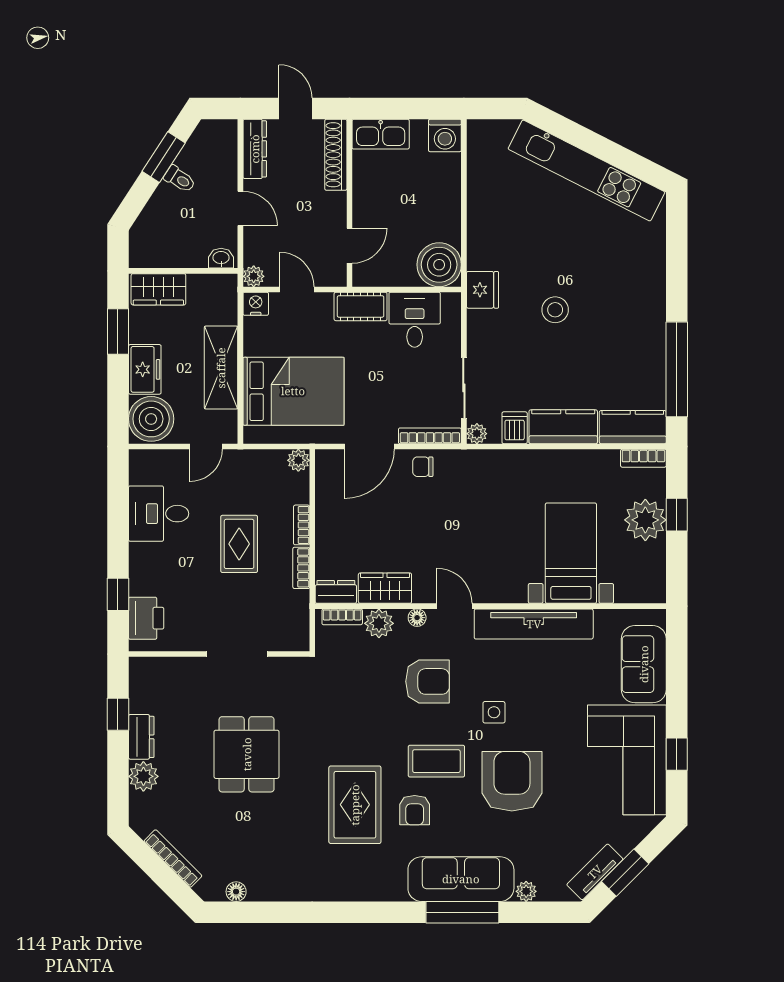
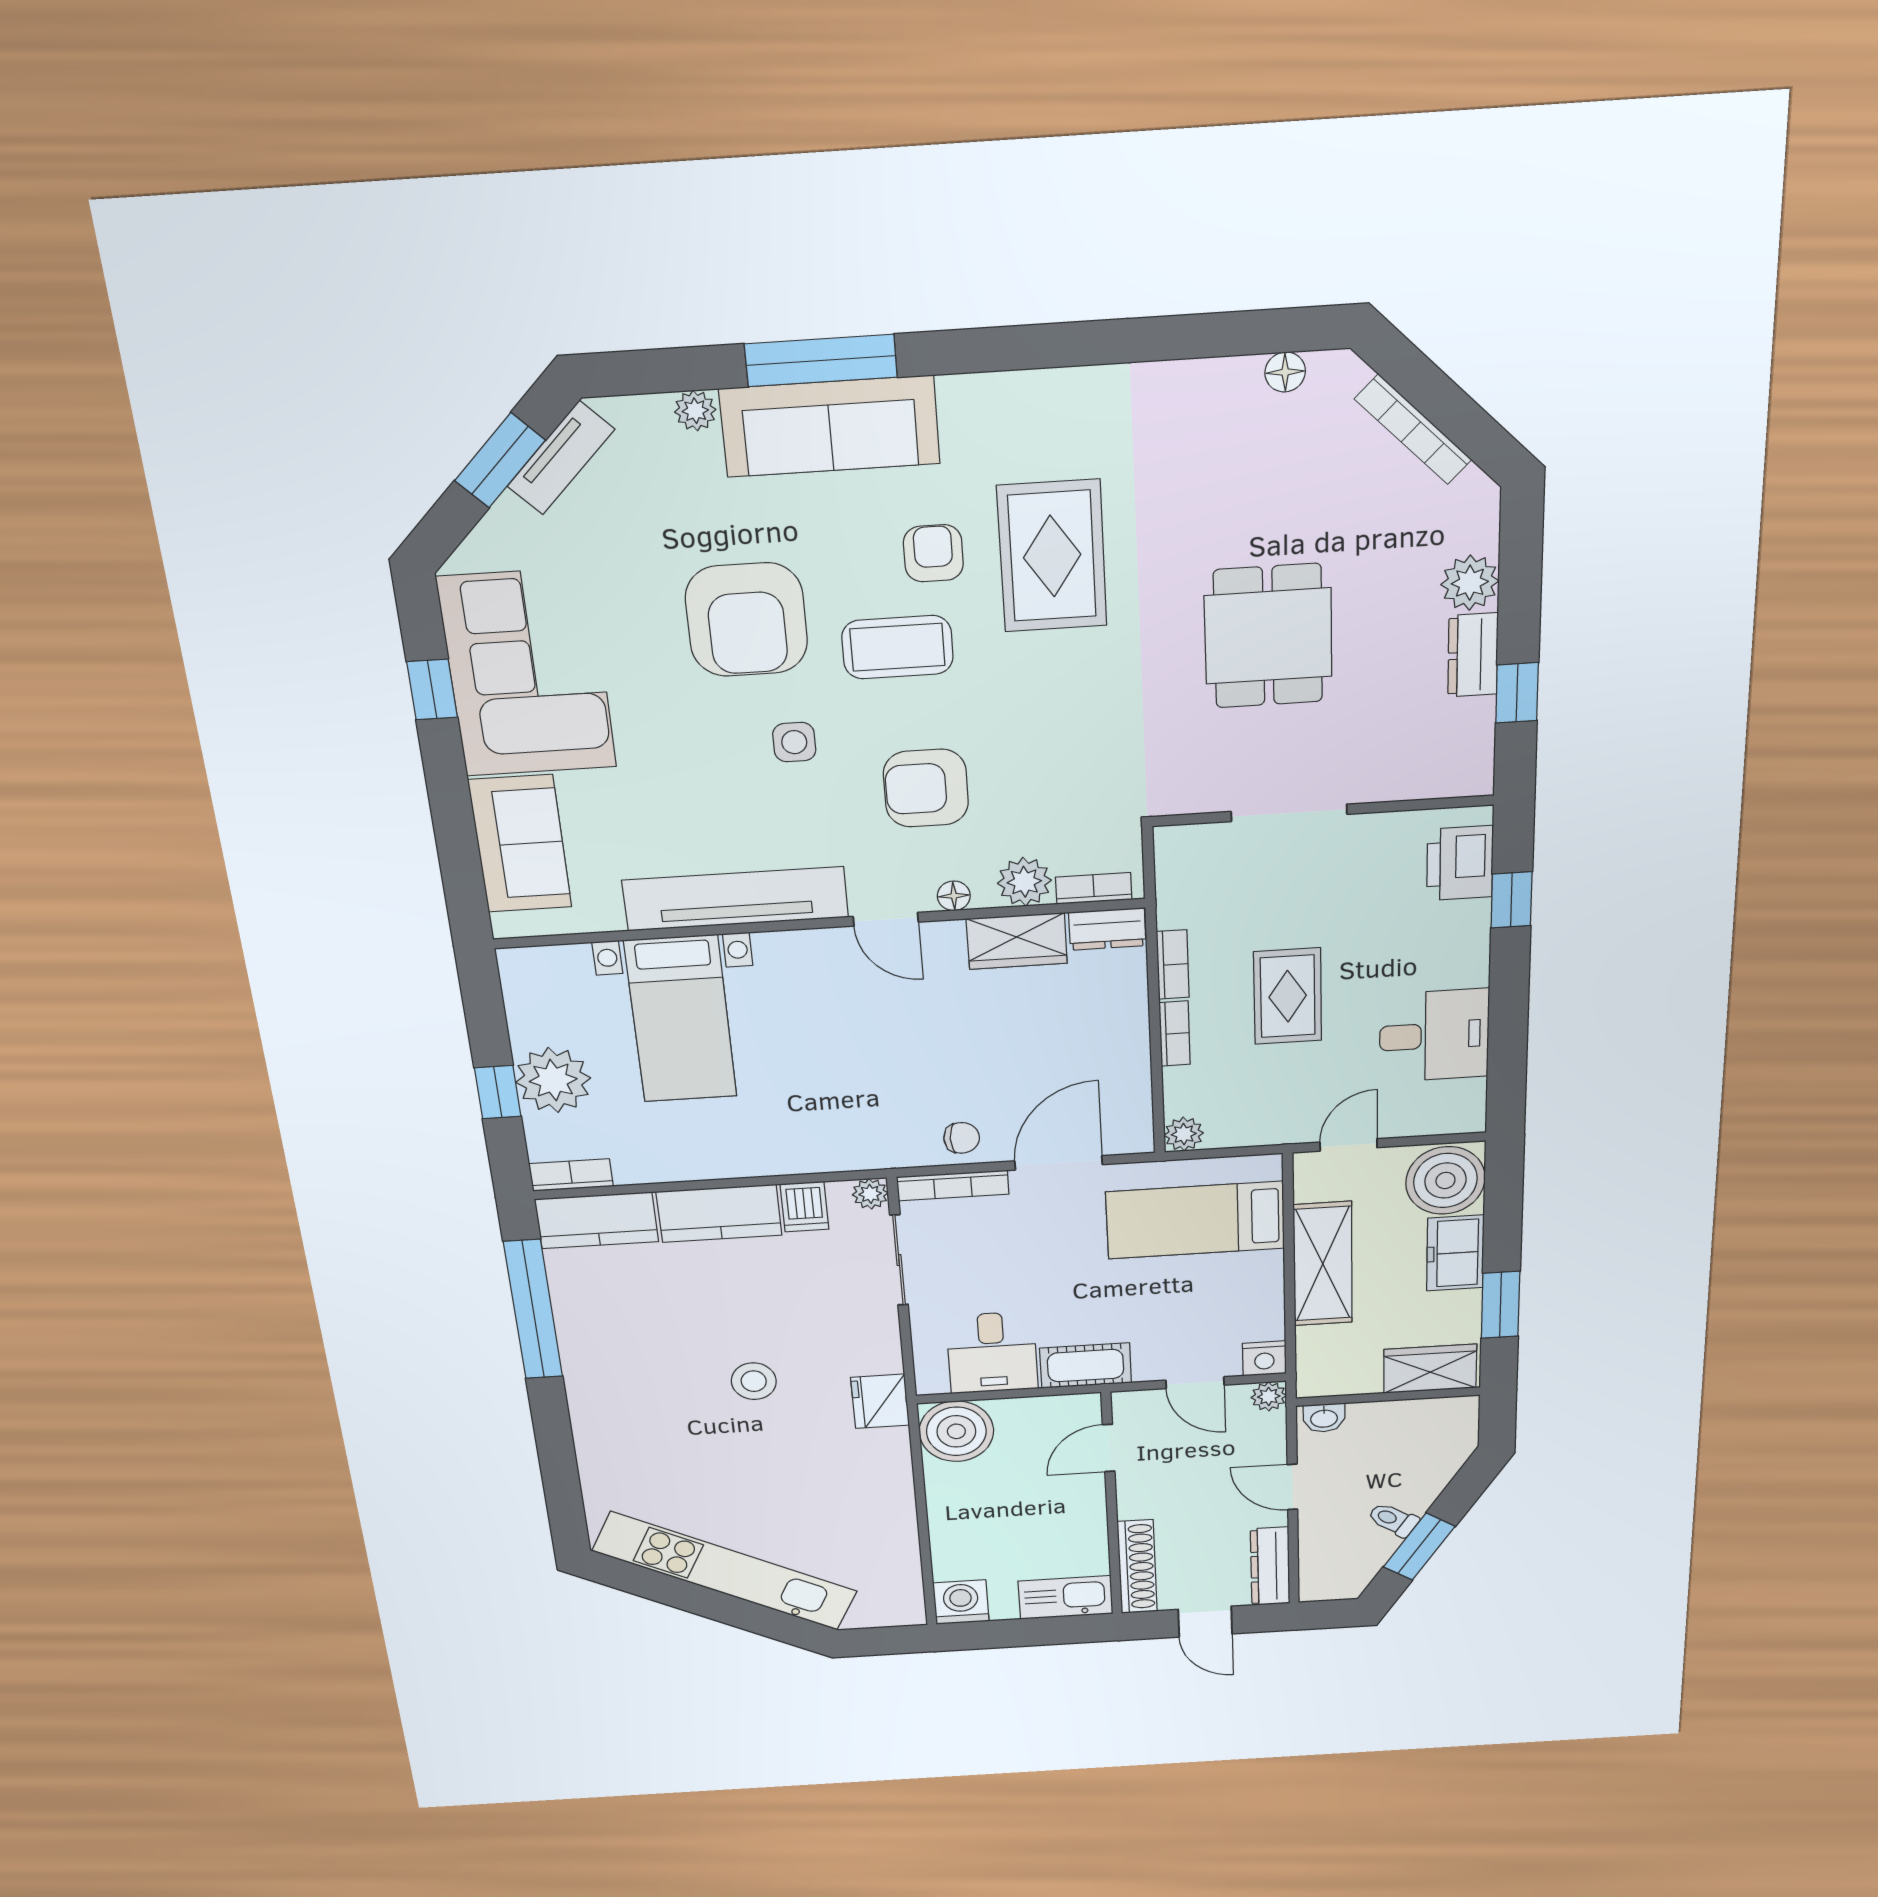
bed: (293, 391) -> (1195, 1220), width x0.67

